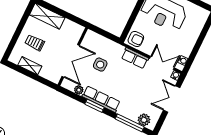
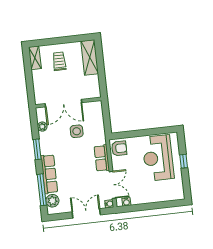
armchair: (136, 39) -> (119, 148), turned -89
shelving: (30, 66) -> (35, 58), moved
row of seats: (101, 99) -> (49, 174), moved

